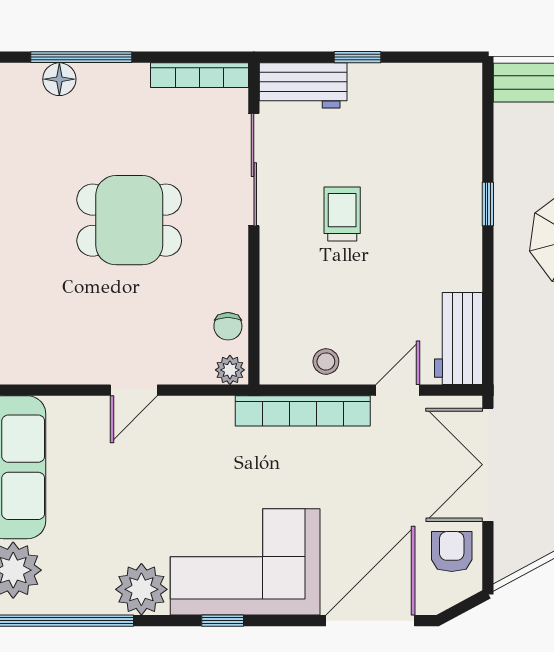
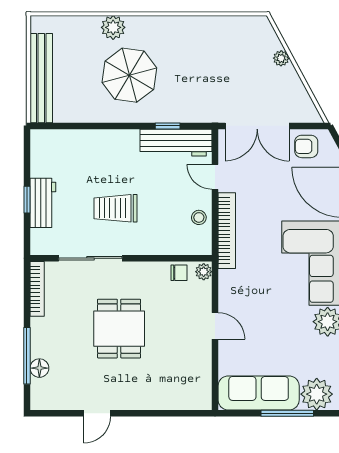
workbench: (303, 85) -> (43, 203), moved
window: (488, 204) -> (168, 126), moved
trolley: (342, 214) -> (116, 208), width x1.36, depth x1.39
workbench: (459, 338) -> (176, 143), width x1.37

